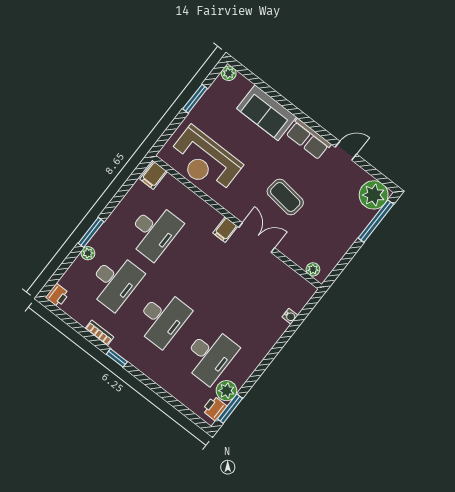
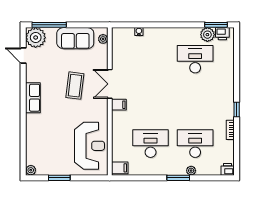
sofa: (267, 113) -> (75, 38), moved, turned 90
door: (346, 151) -> (23, 56), moved
desk: (162, 318) -> (195, 101), removed

